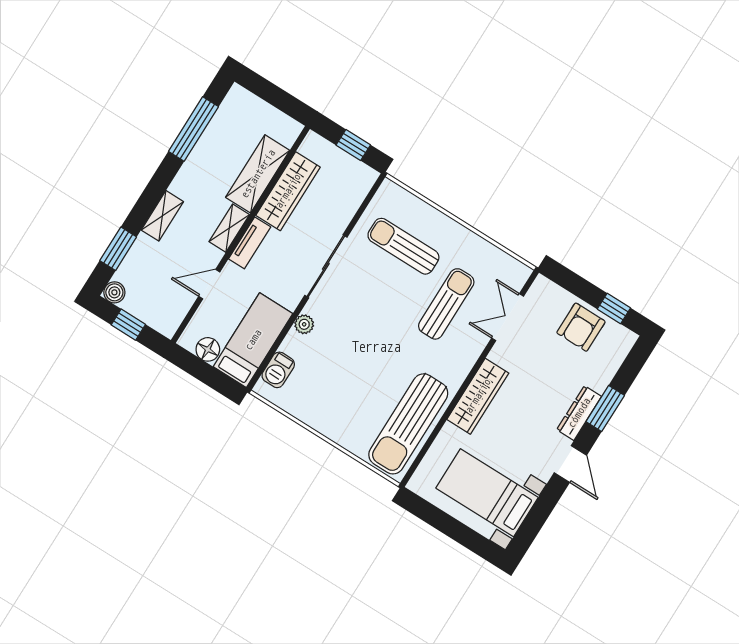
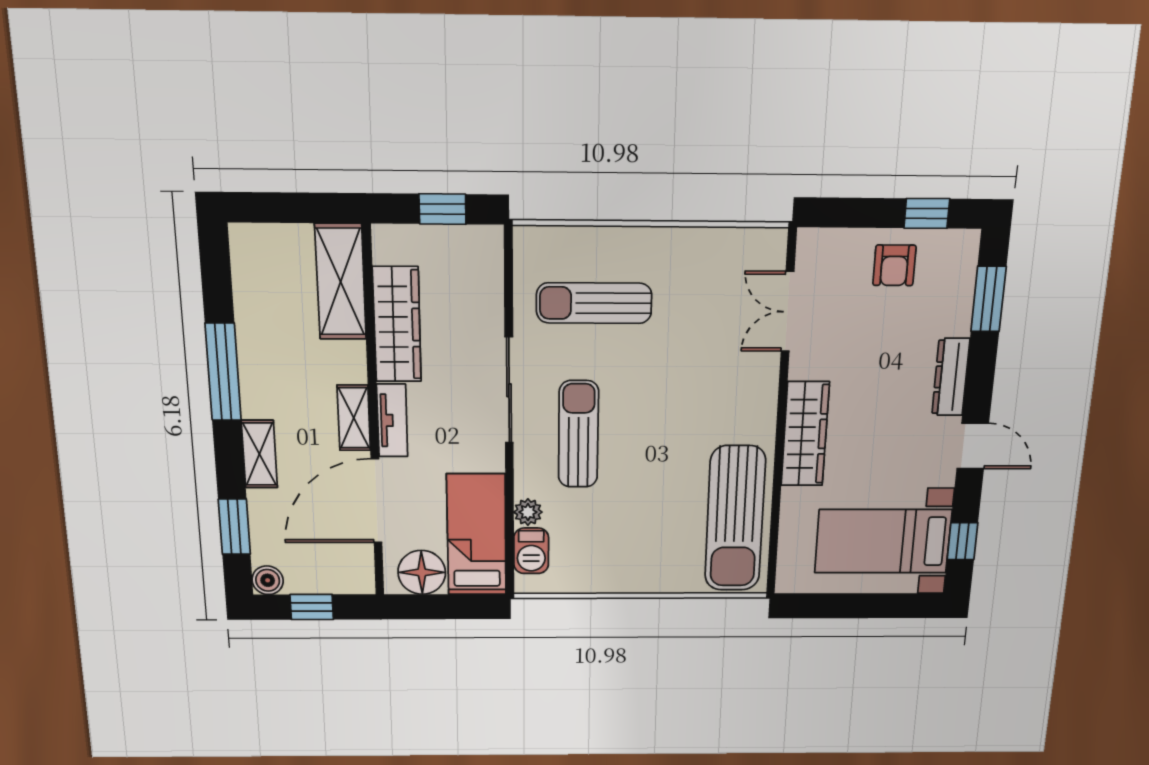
window: (193, 129) -> (223, 372), moved
shelving: (258, 174) -> (341, 282), moved
door: (209, 284) -> (376, 501), width x1.87
sun lounger: (446, 304) -> (578, 434), moved
plant: (304, 324) -> (528, 512), moved
armchair: (581, 327) -> (894, 265), width x0.72, depth x0.72
floor lamp: (208, 349) -> (422, 572), width x1.38, depth x1.38
window: (605, 408) -> (988, 299), moved
window: (534, 522) -> (962, 541), added

